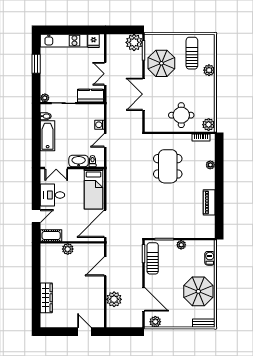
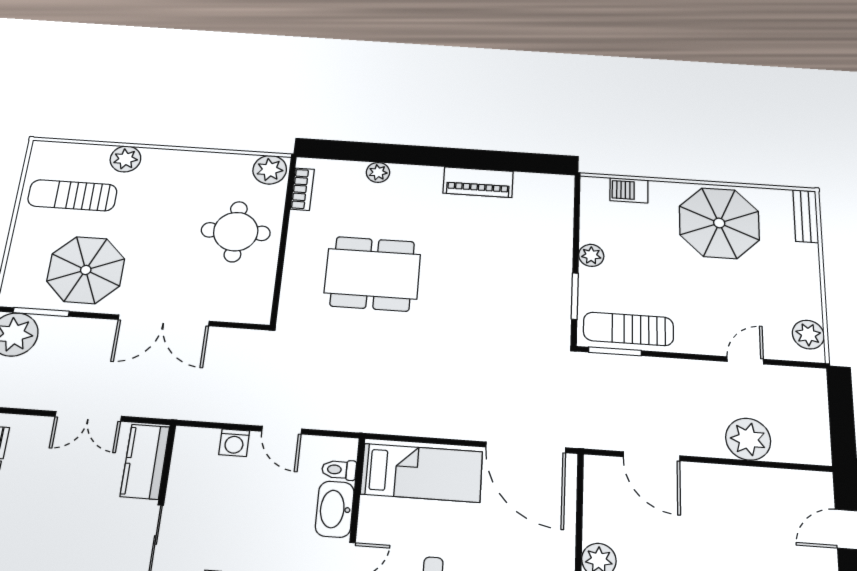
door: (144, 299) -> (745, 360), width x0.53

